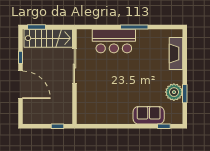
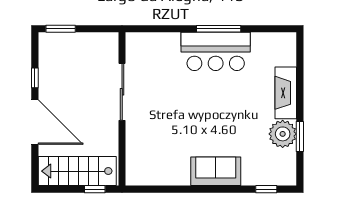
stairs: (48, 38) -> (77, 171), moved, turned 180
bar counter: (114, 41) -> (216, 51), moved
fireplace: (176, 53) -> (286, 93), moved
sofa: (149, 115) -> (216, 171), moved

